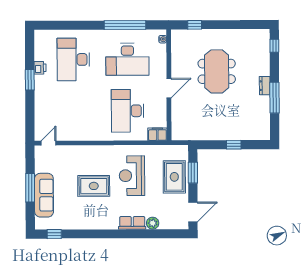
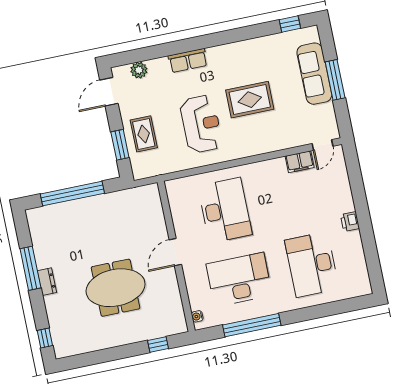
desk: (73, 59) -> (312, 264), turned 180
printer: (40, 68) -> (350, 222), moved
meeting table: (217, 71) -> (116, 288), turned 90
window: (30, 80) -> (365, 225), removed
filing cabinet: (157, 134) -> (300, 162), moved
window: (234, 145) -> (72, 194), width x3.17
rug: (174, 177) -> (144, 134), width x0.73, depth x0.70
plant: (153, 223) -> (139, 70), moved

